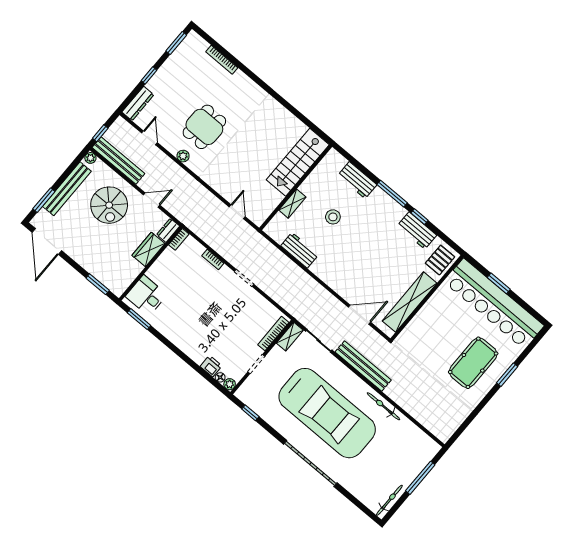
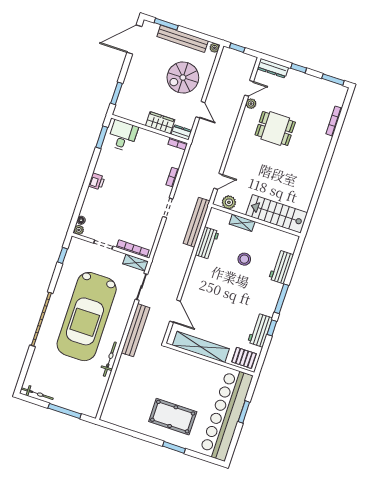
plant: (183, 156) -> (251, 104), moved
bench: (118, 161) -> (197, 222), moved
plant: (265, 209) -> (229, 202), added
printer: (211, 366) -> (97, 181), moved

